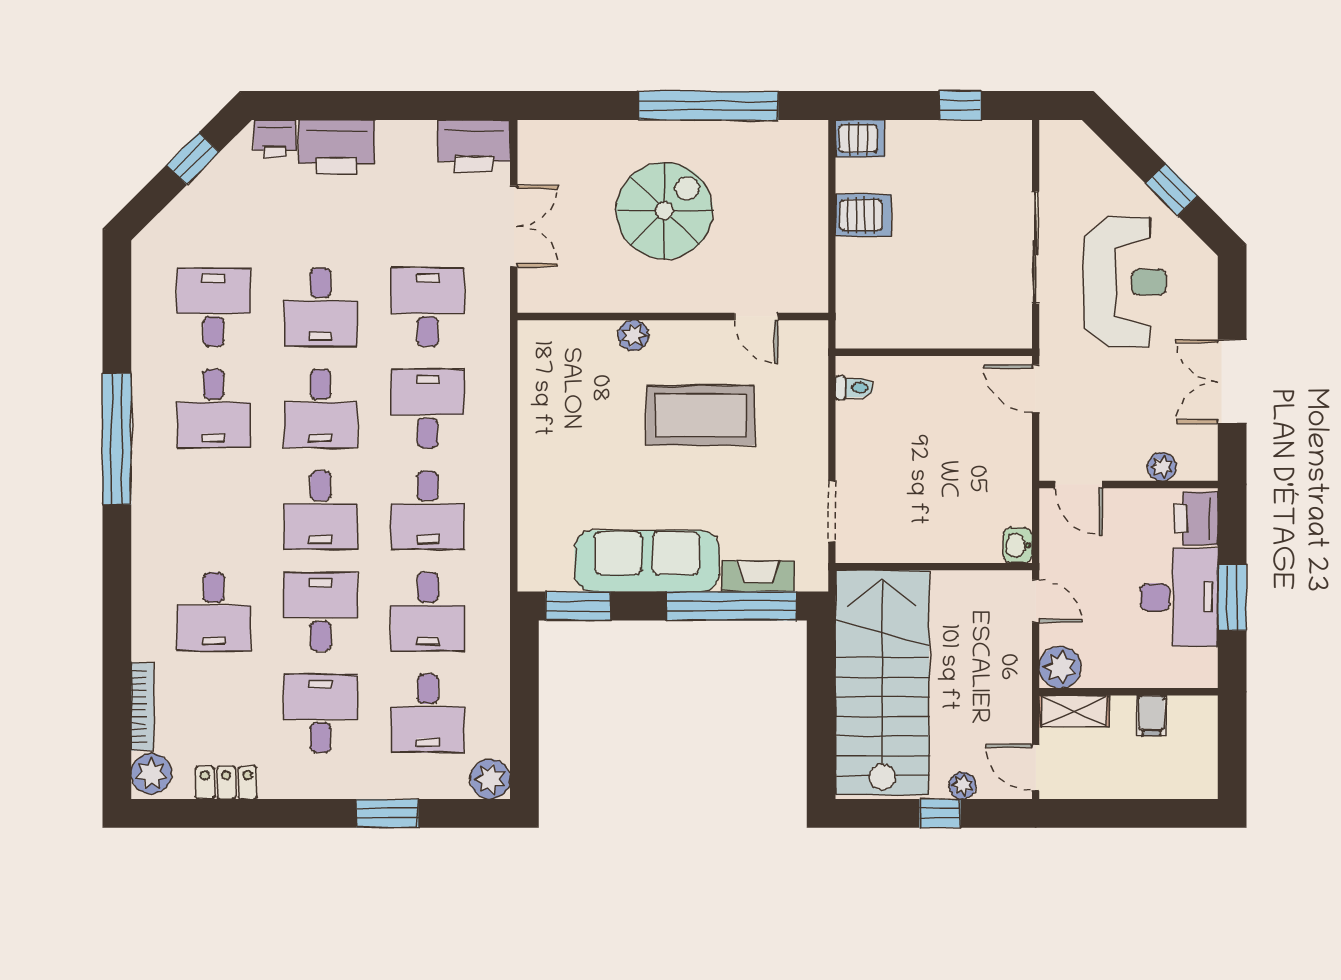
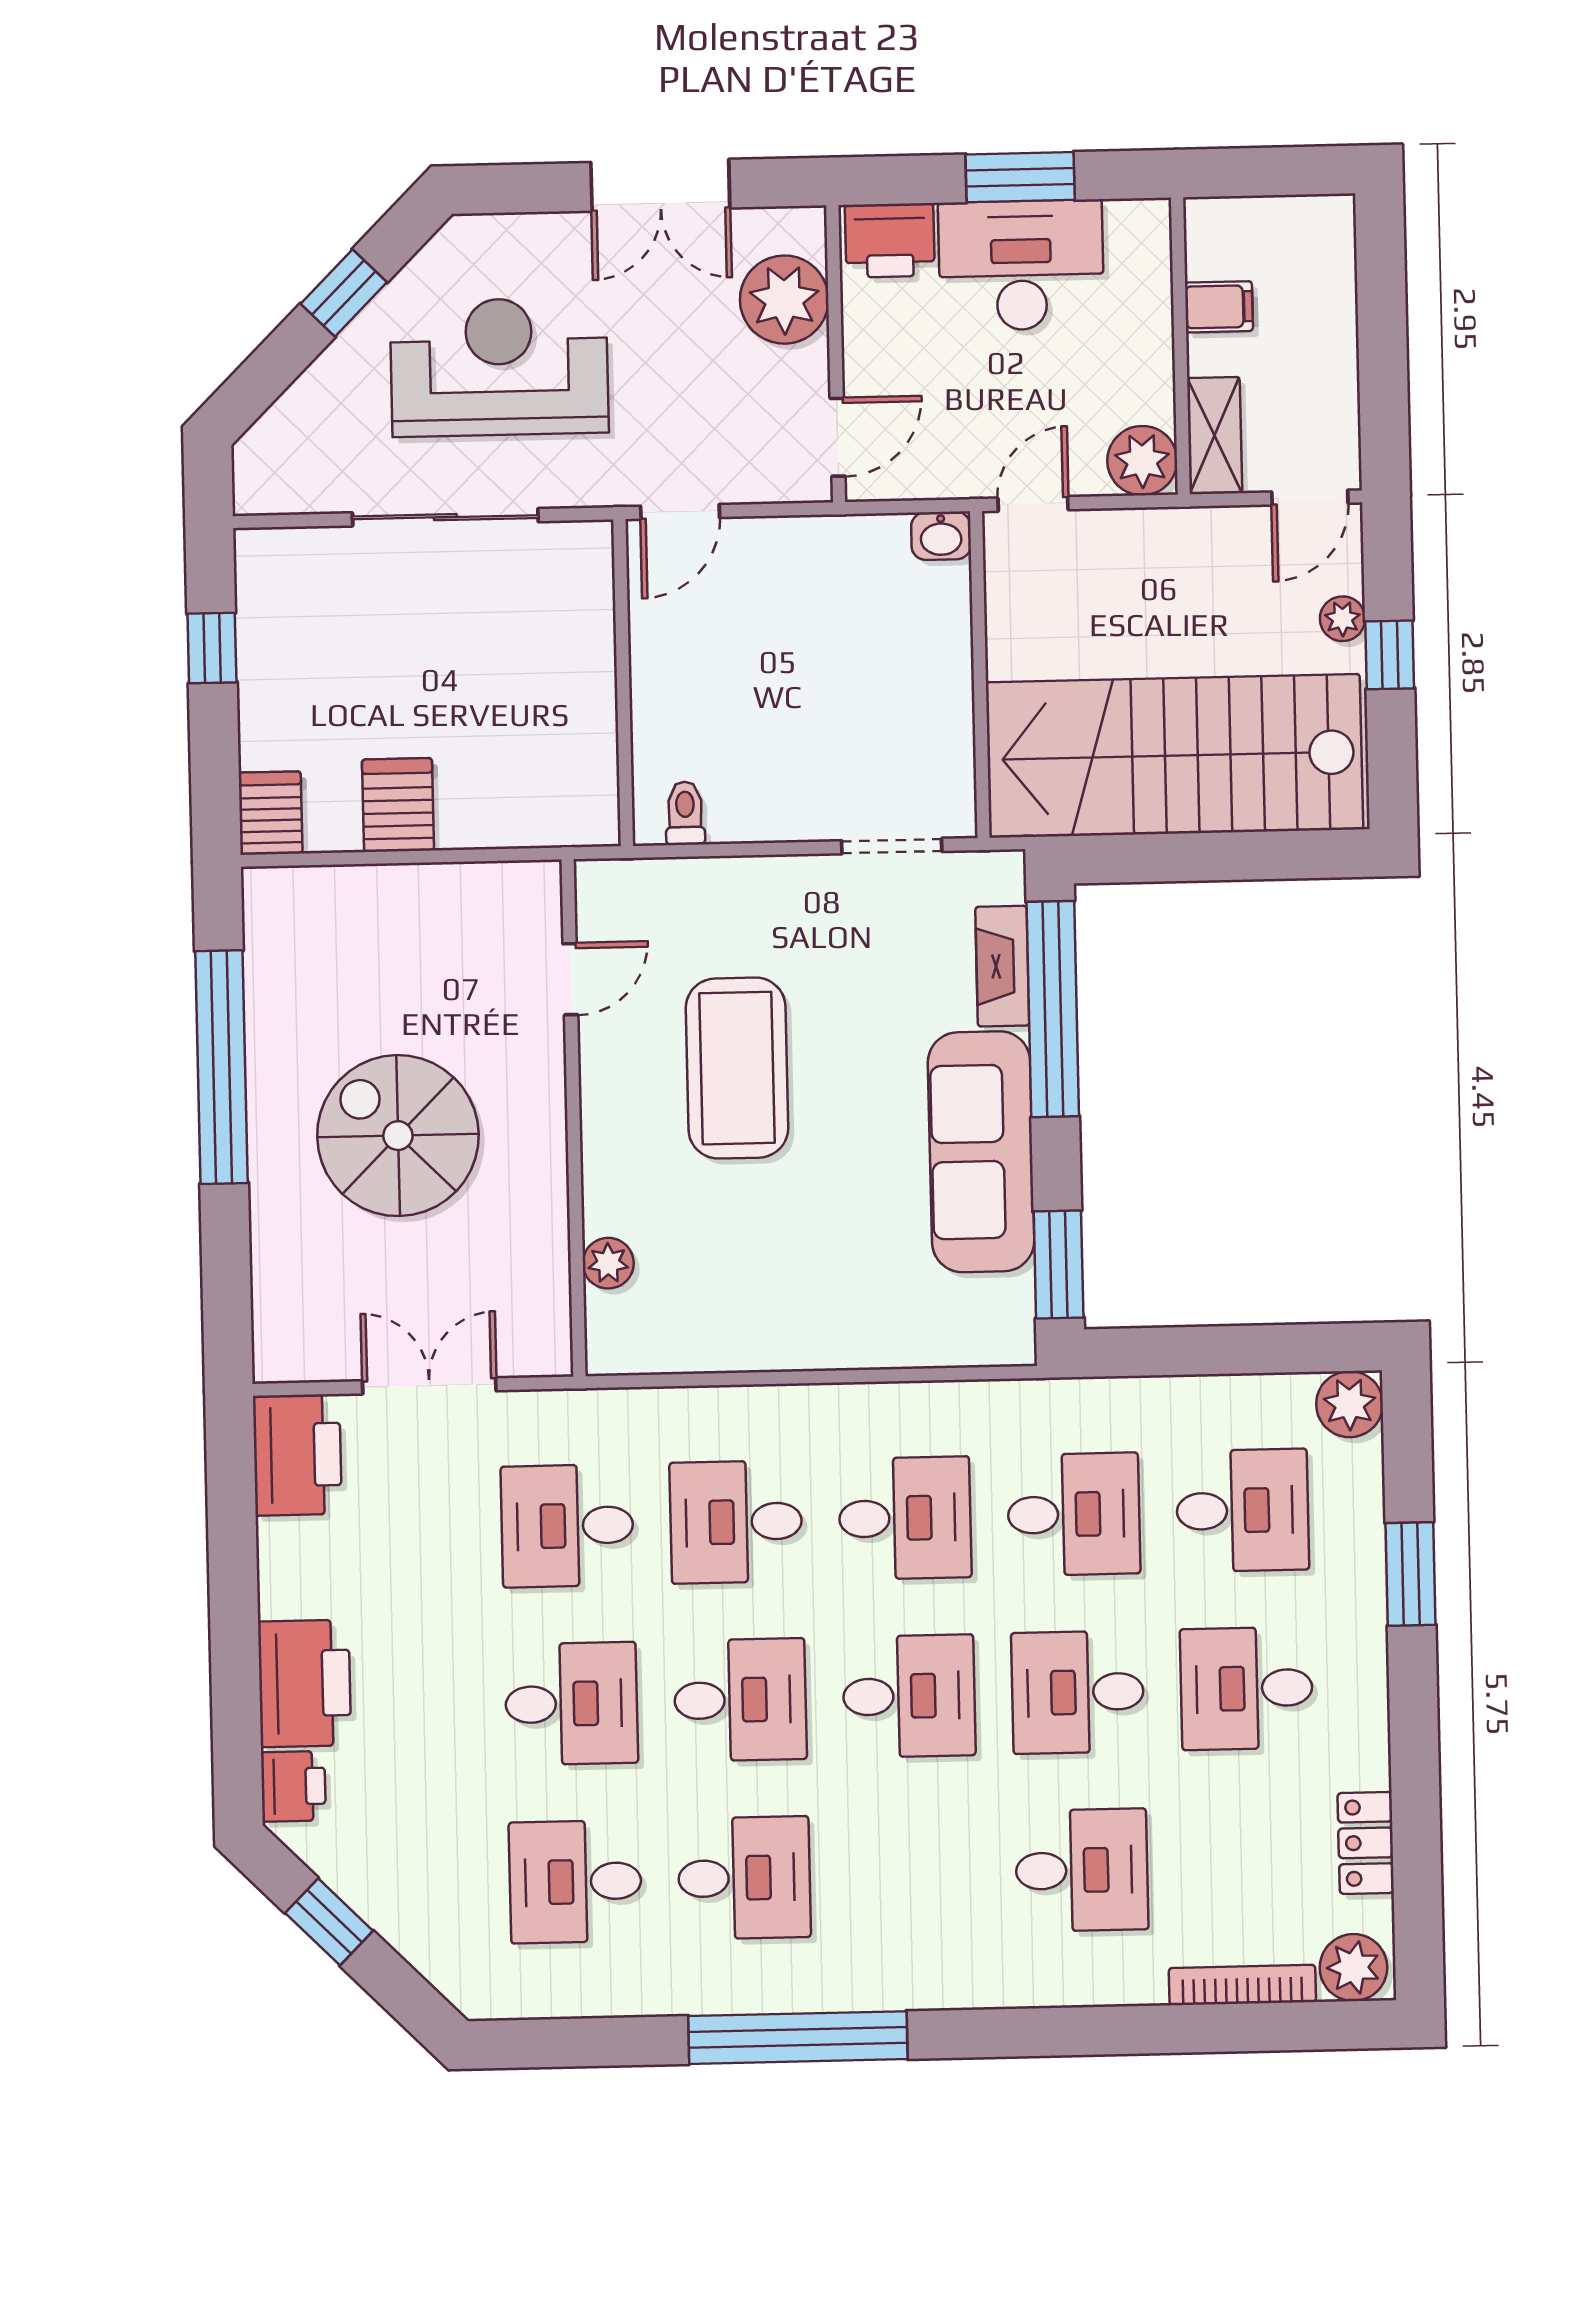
plant: (633, 335) -> (608, 1263), moved
plant: (1162, 467) -> (784, 300), width x1.88, depth x1.88

